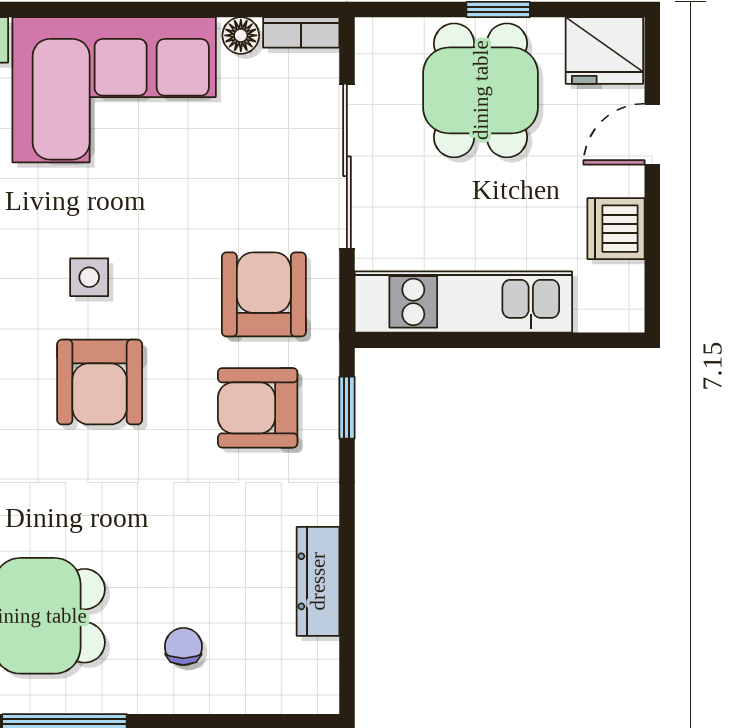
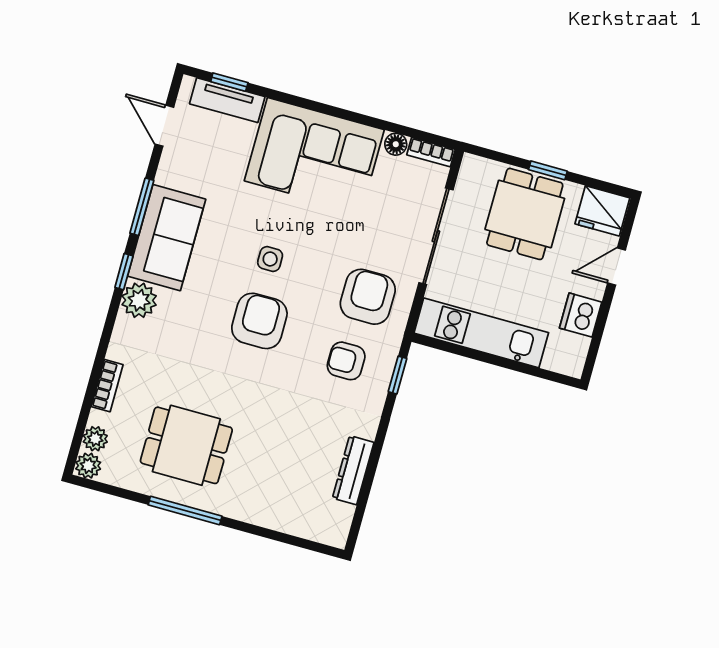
armchair: (100, 382) -> (259, 321), turned 180
armchair: (258, 408) -> (346, 361), width x0.72, depth x0.72
chair: (183, 647) -> (265, 486), removed

